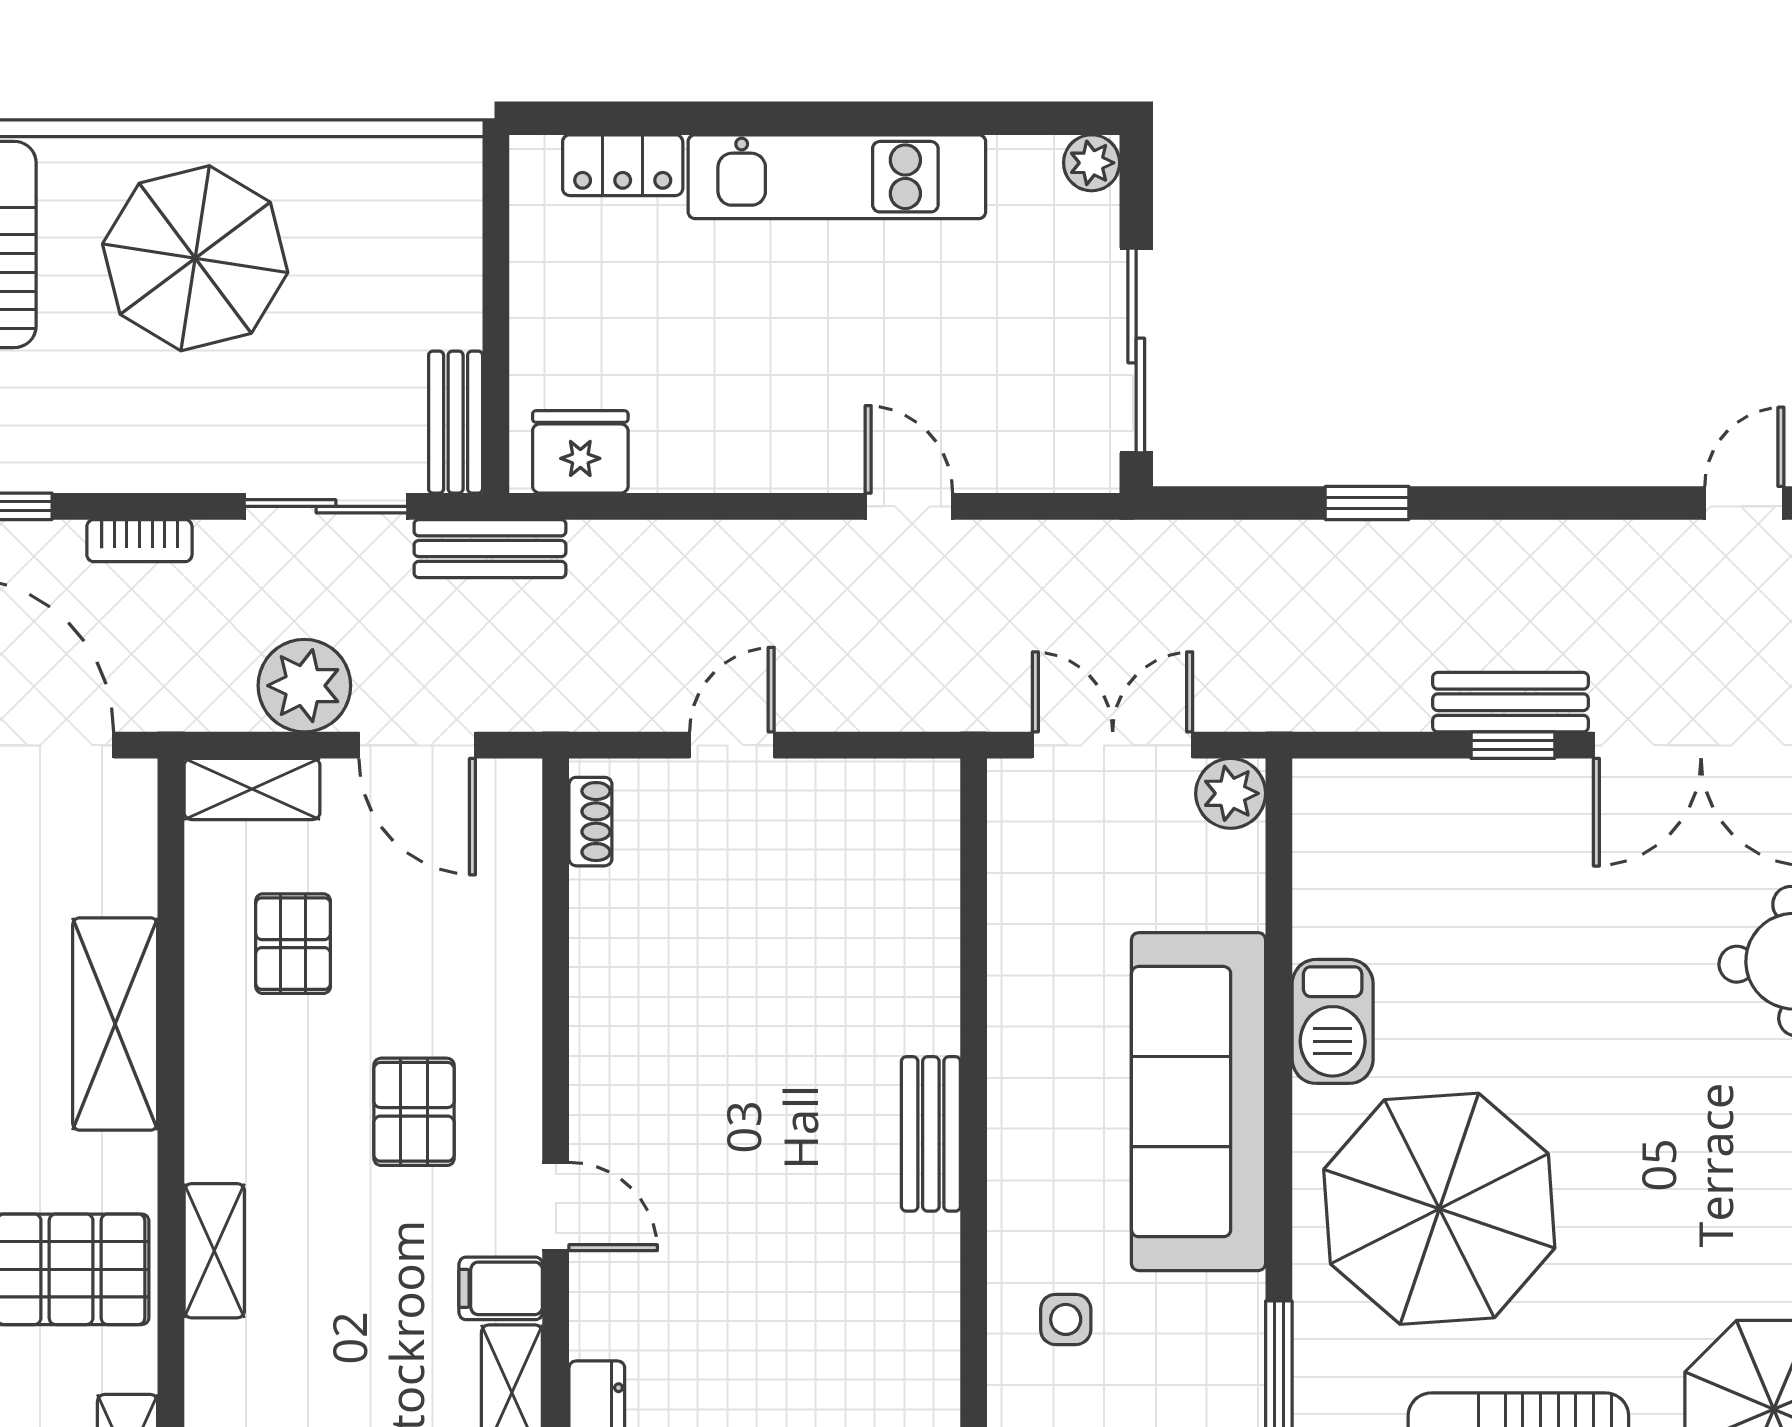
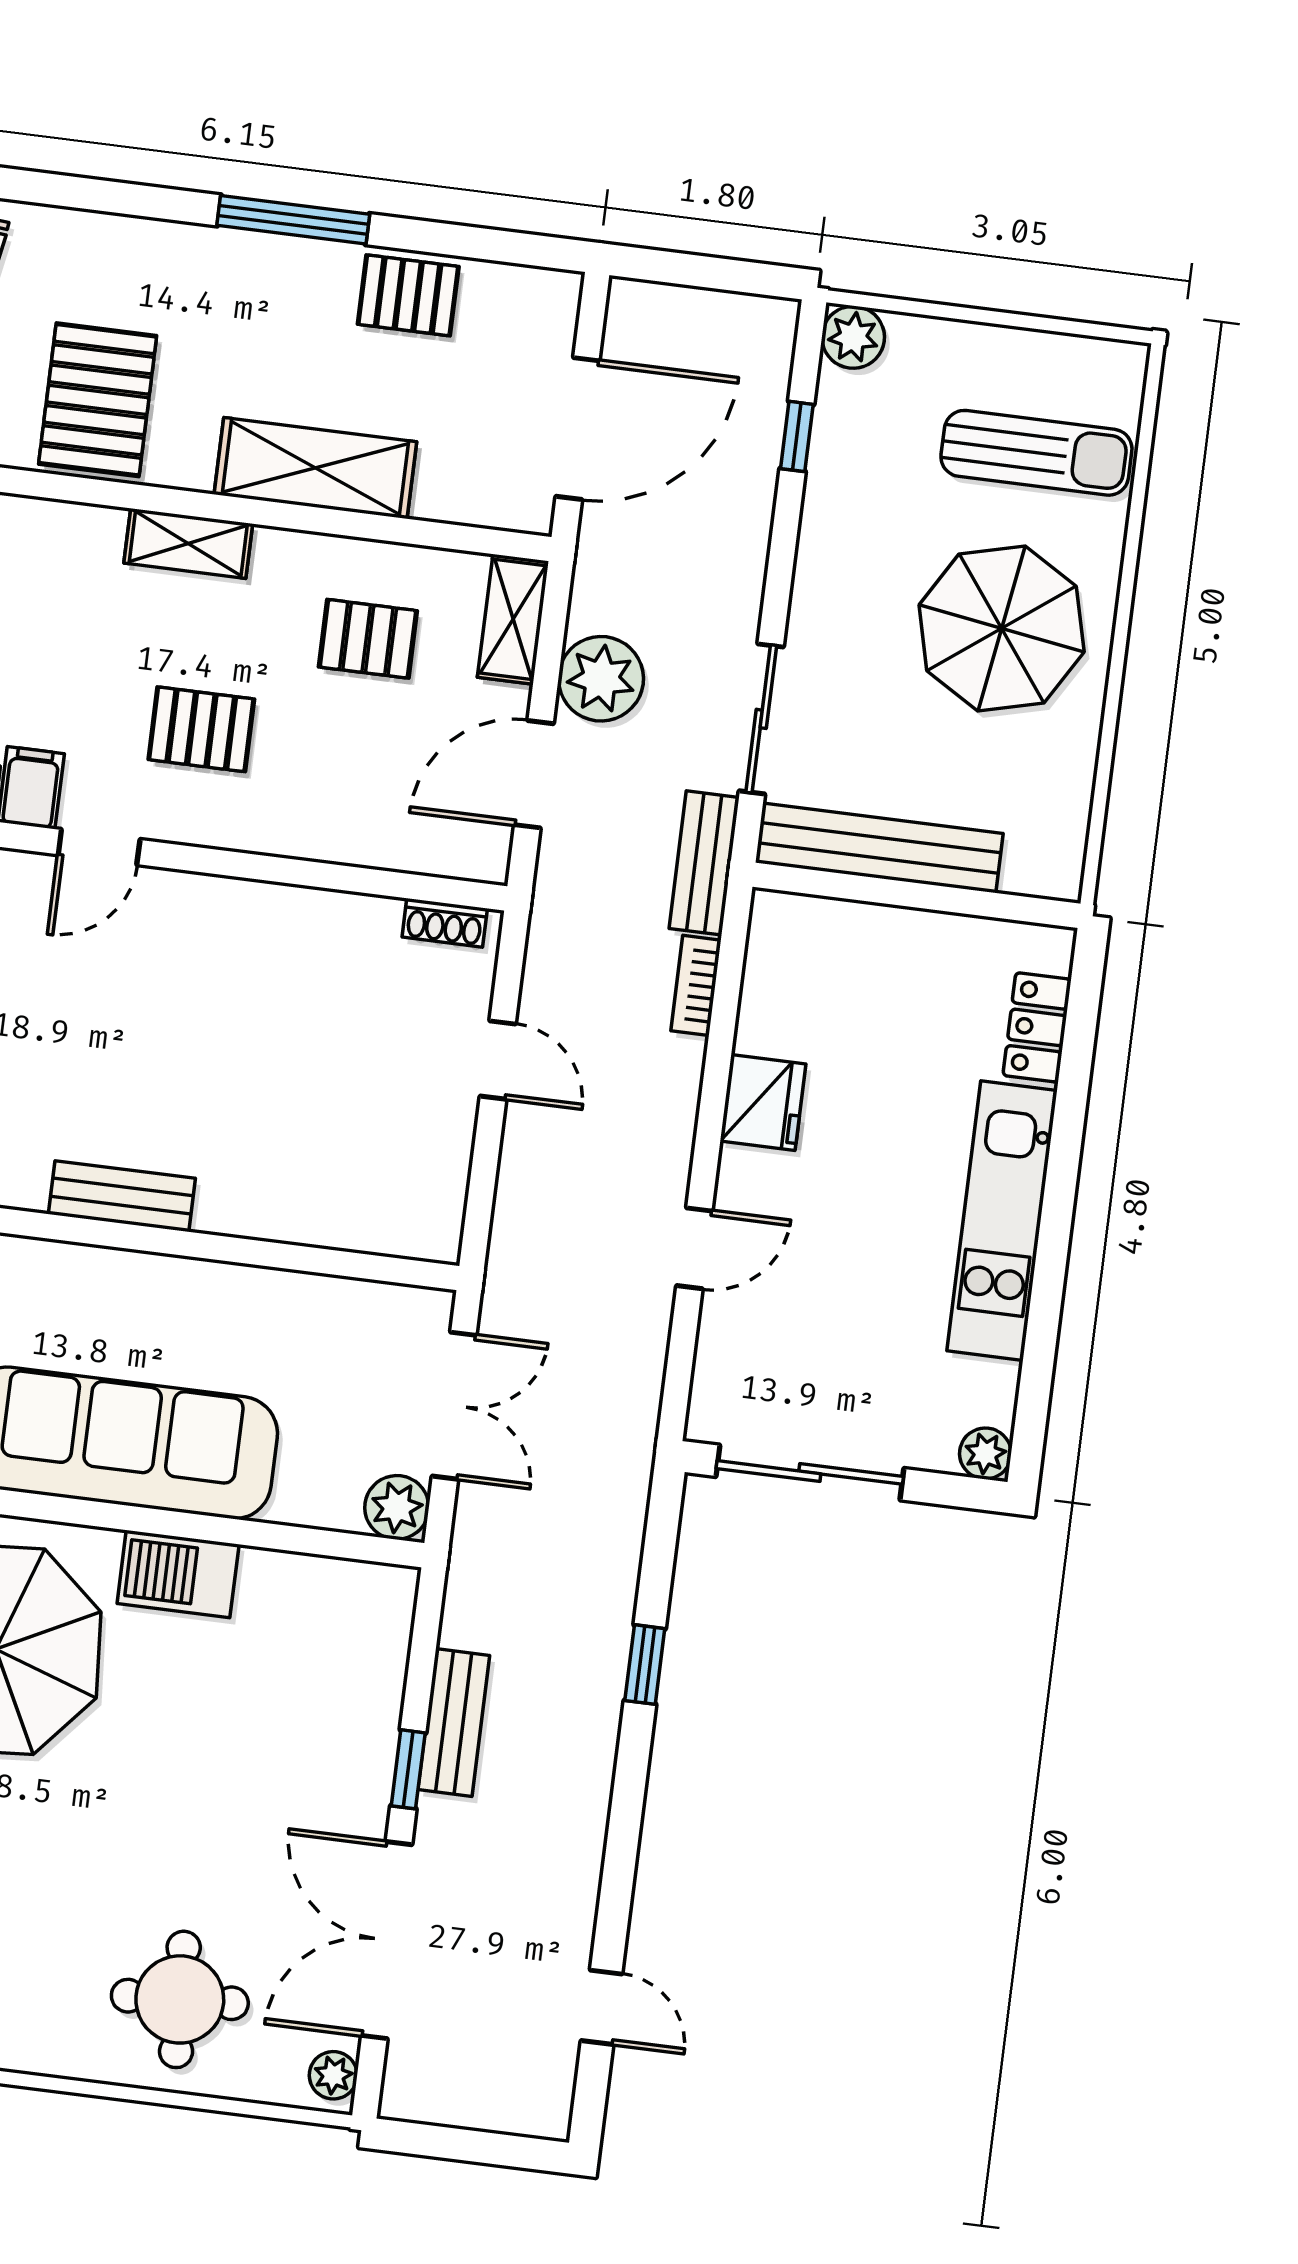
bench: (456, 422) -> (879, 848), width x1.86, depth x1.21
fridge: (580, 452) -> (763, 1103), moved
bookcase: (139, 541) -> (696, 985), moved
bench: (1510, 702) -> (454, 1722), moved
shelving: (214, 1251) -> (188, 543), moved

